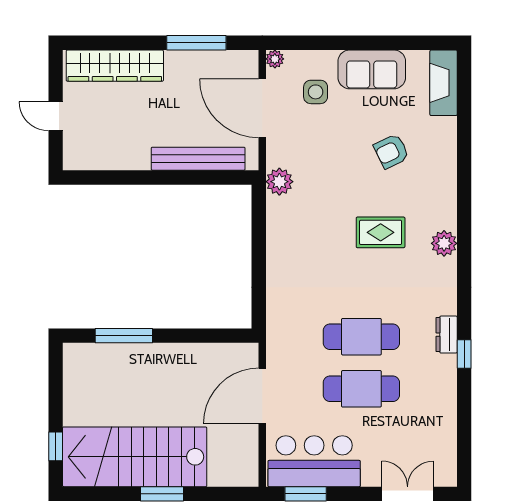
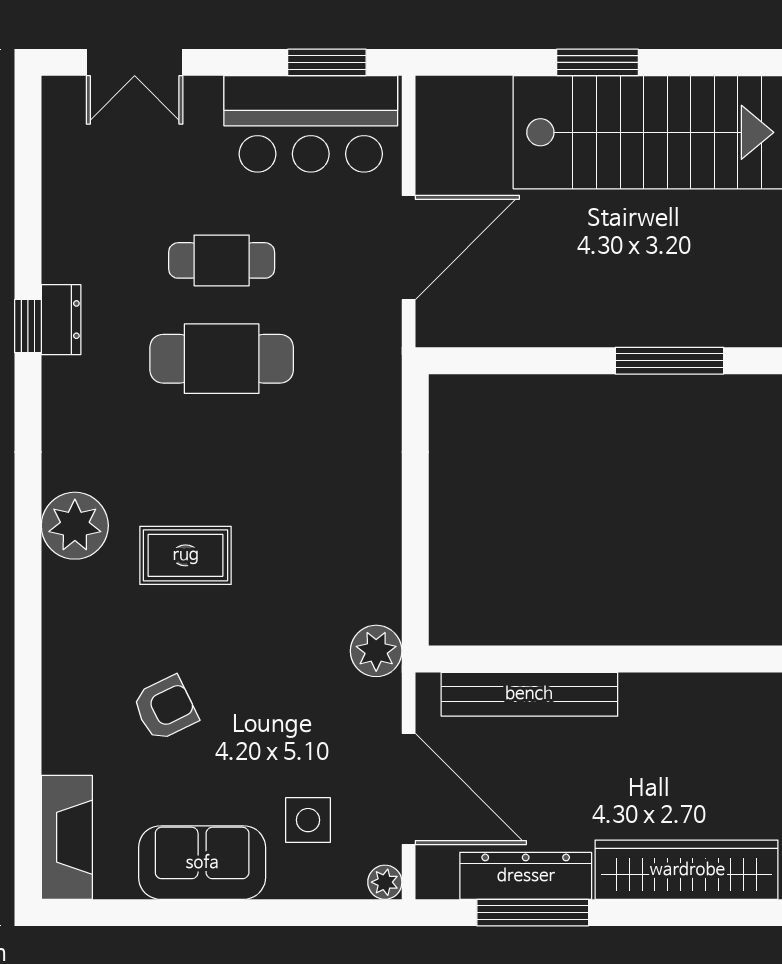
dresser: (200, 62) -> (526, 876), added
plant: (444, 243) -> (75, 526), width x1.36, depth x1.36
dresser: (447, 335) -> (61, 320), moved
cafe table: (361, 389) -> (222, 260), width x0.73, depth x0.74

